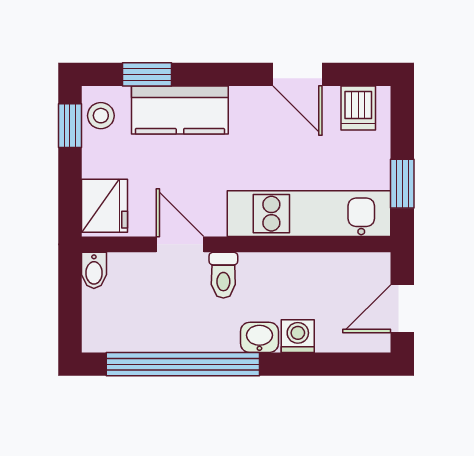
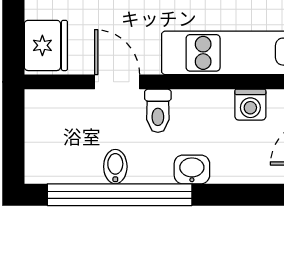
bidet: (94, 270) -> (115, 167), moved, turned 180
washing machine: (298, 336) -> (250, 105), moved, turned 180

